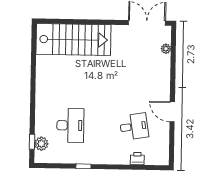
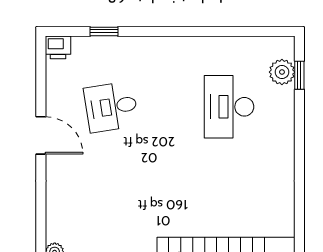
printer: (137, 159) -> (58, 47), moved
window: (83, 166) -> (104, 31), moved

